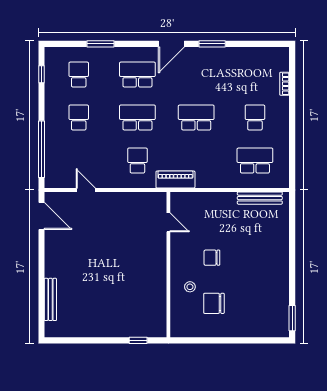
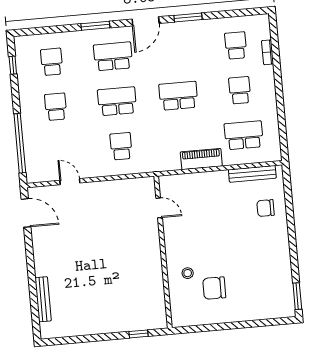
window: (101, 44) -> (95, 26), moved
school desk: (255, 75) -> (236, 45), added
piano: (175, 180) -> (201, 159), moved
chair: (212, 258) -> (266, 208), moved

